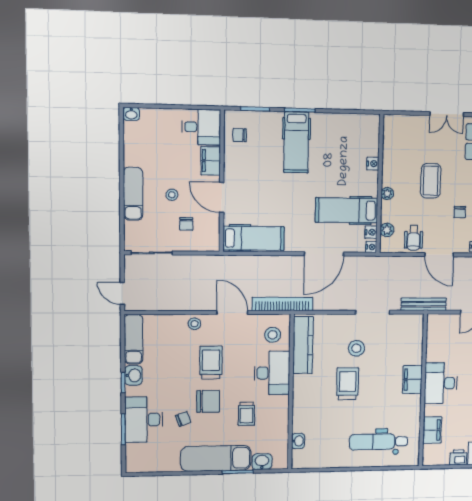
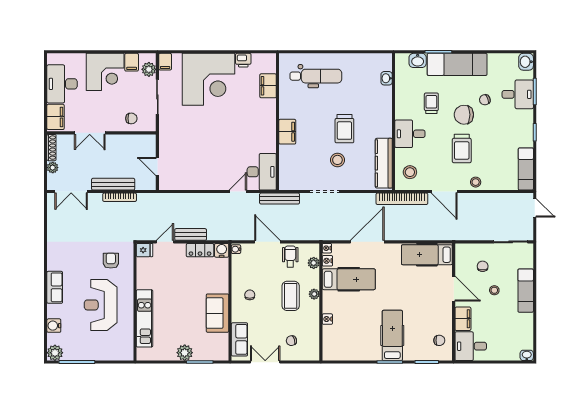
chair: (415, 139) -> (291, 341), added
coffee table: (431, 181) -> (291, 296), moved
chair: (460, 212) -> (250, 295), moved
desk: (272, 373) -> (410, 134), width x0.73
washbasin: (133, 375) -> (526, 62), moved
desk: (441, 383) -> (262, 172), moved
desk: (144, 420) -> (518, 94), width x0.73

